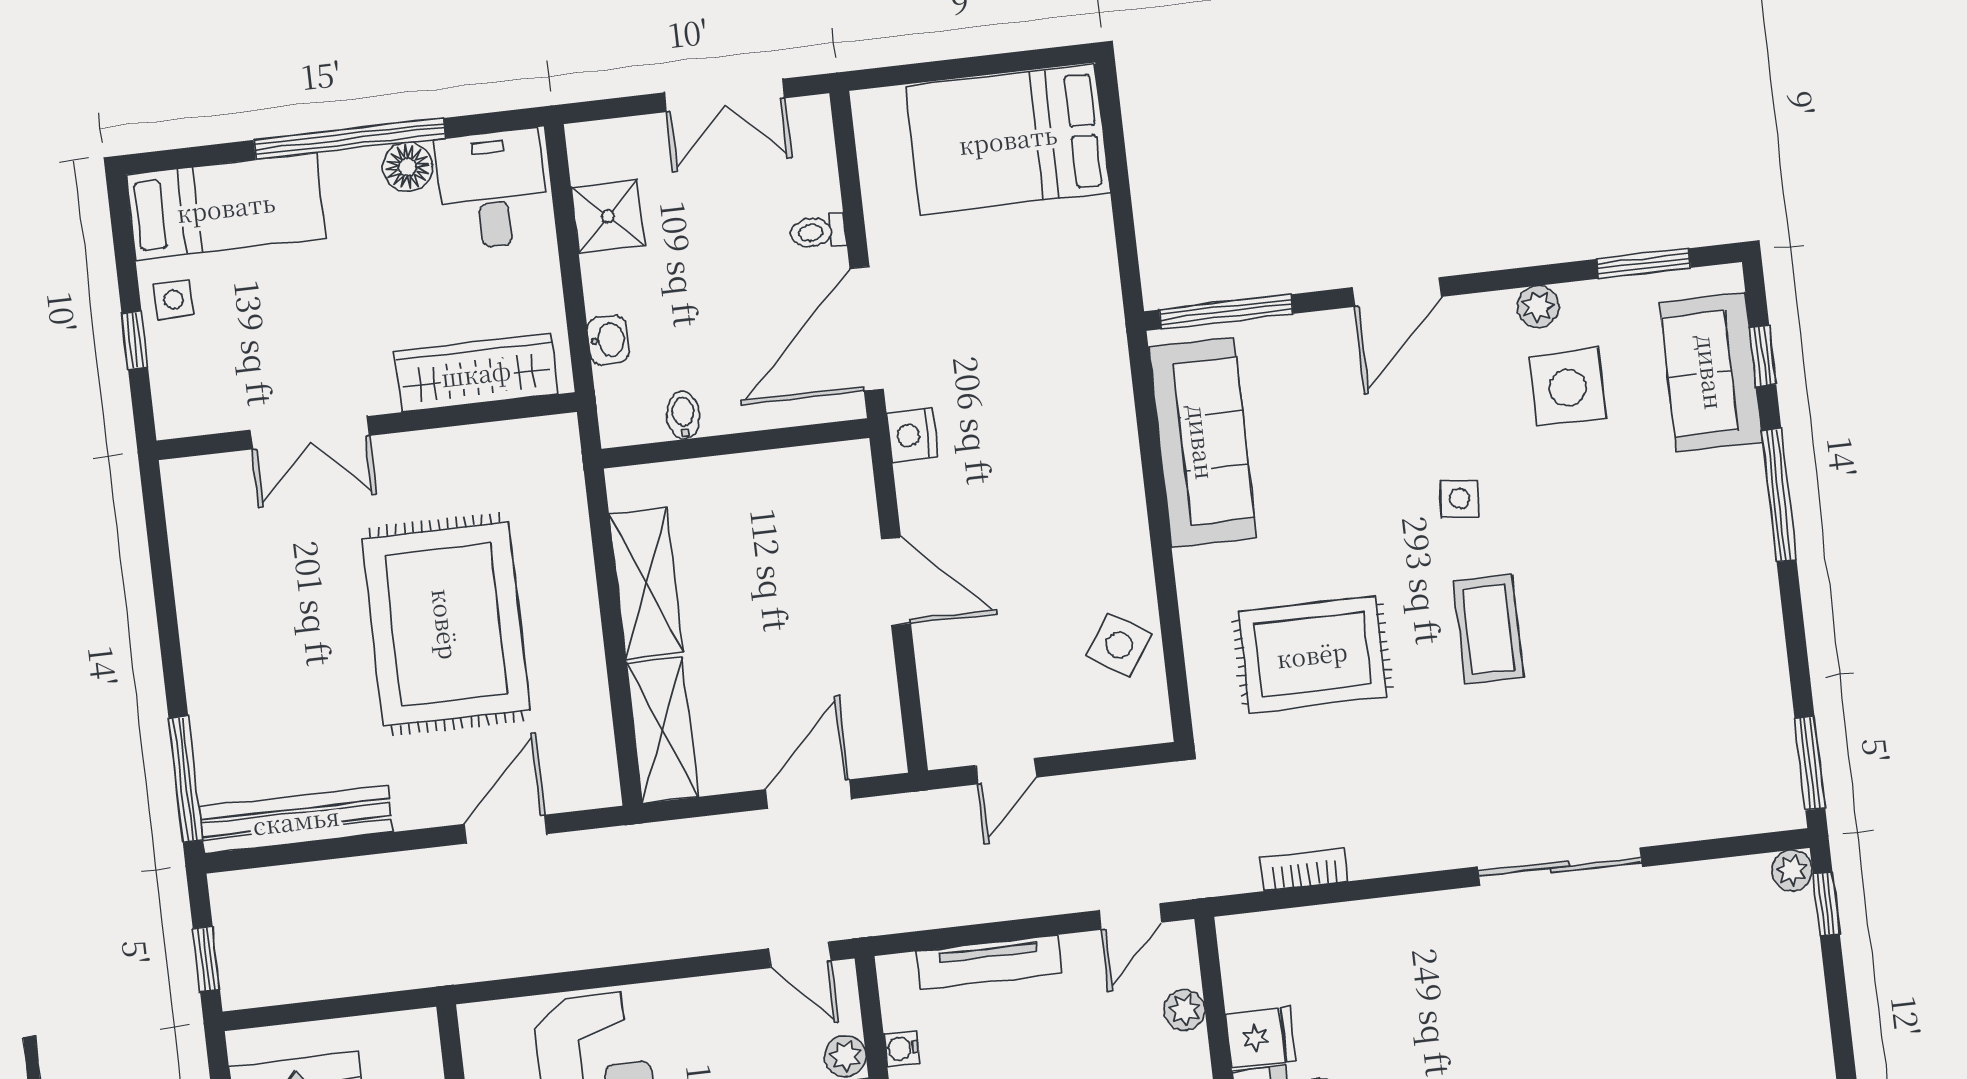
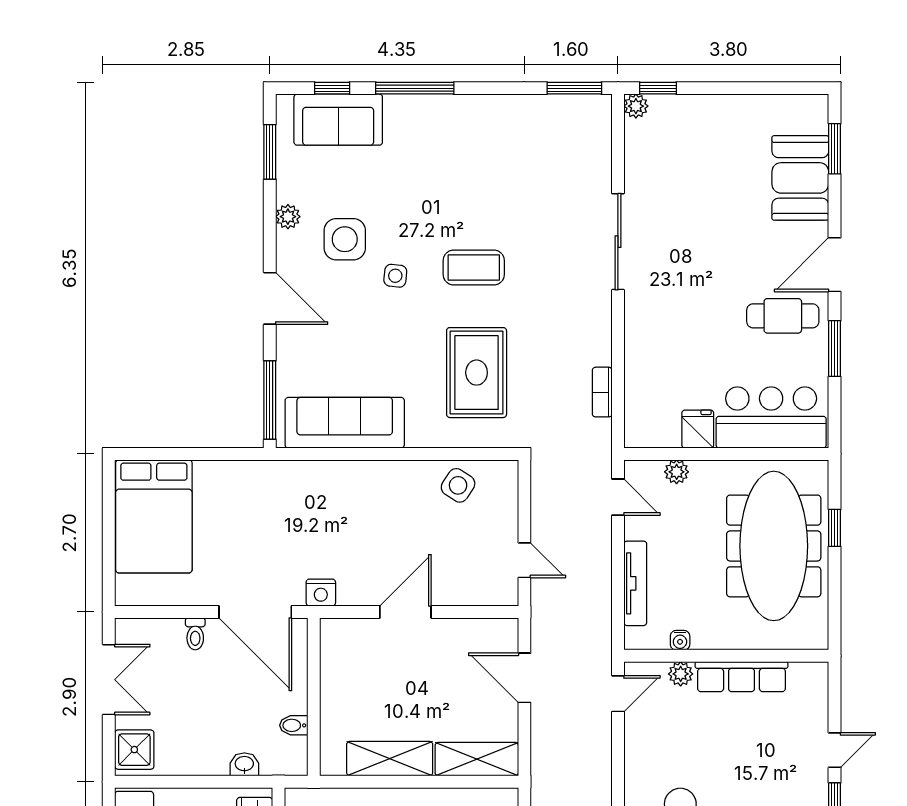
shower: (608, 216) -> (134, 750), moved
side table: (1568, 387) -> (345, 239), moved

